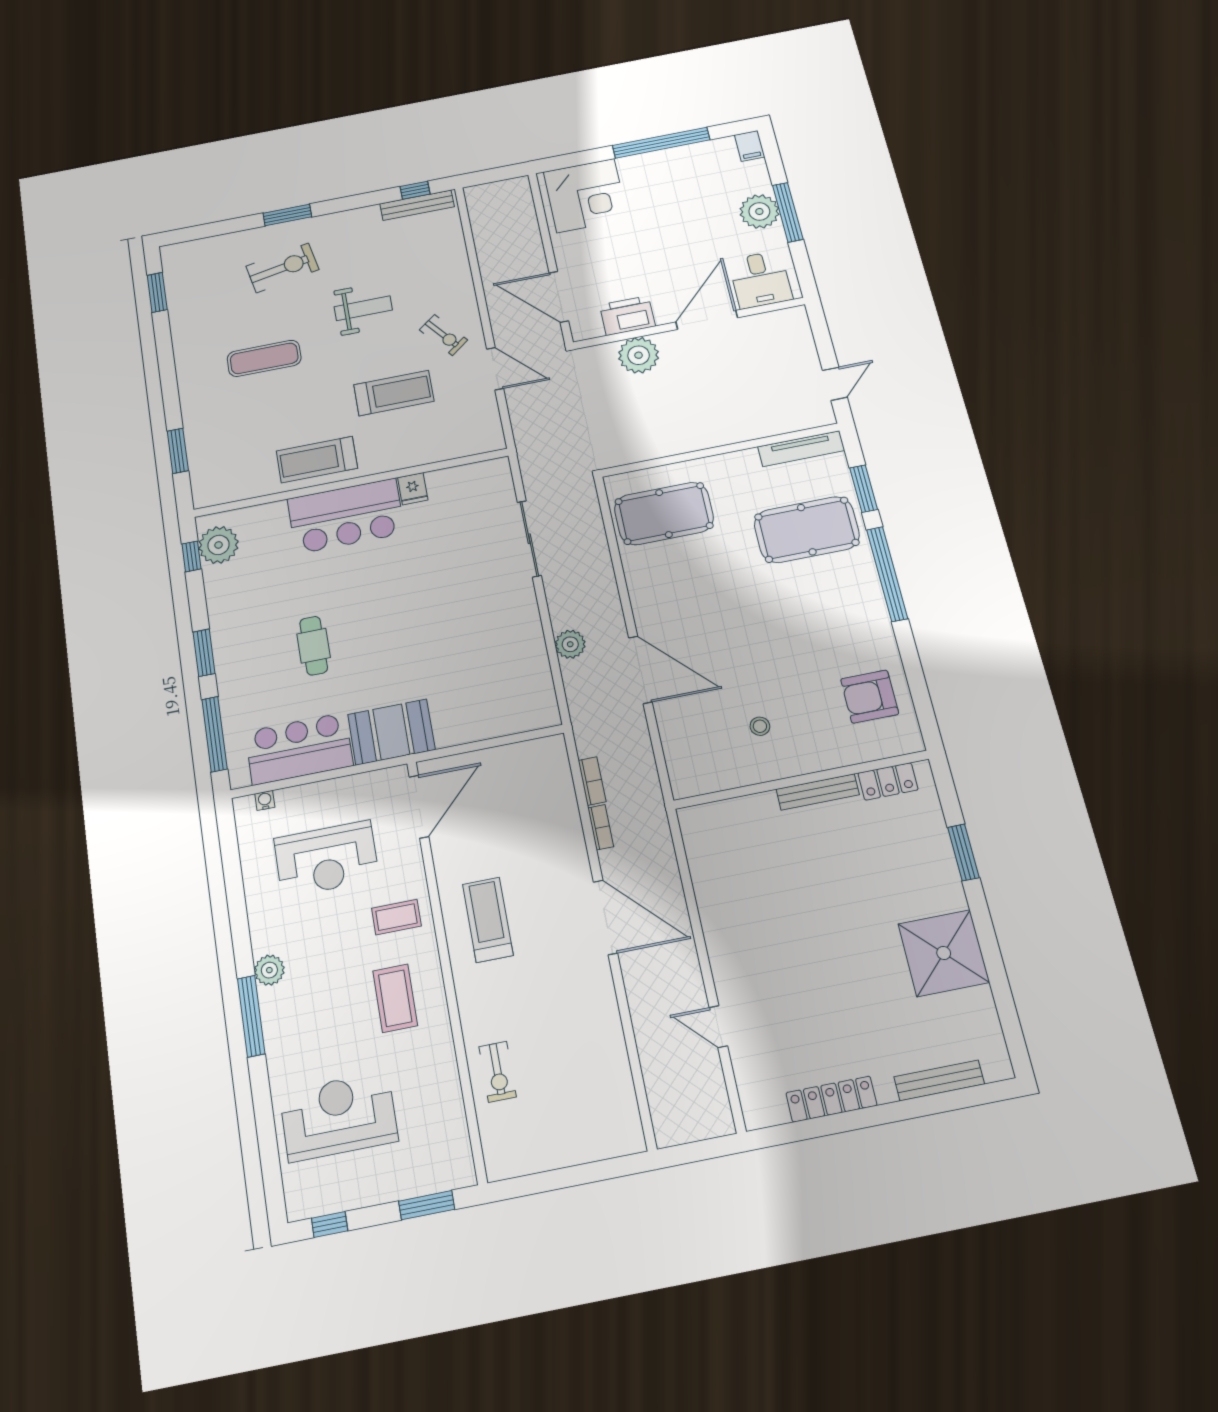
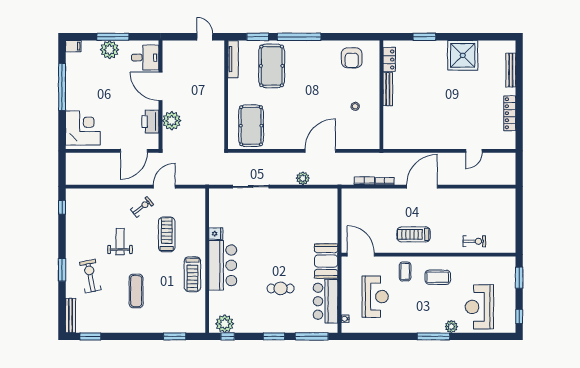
bench: (417, 205) -> (70, 316), moved
plant: (269, 970) -> (451, 327), moved

